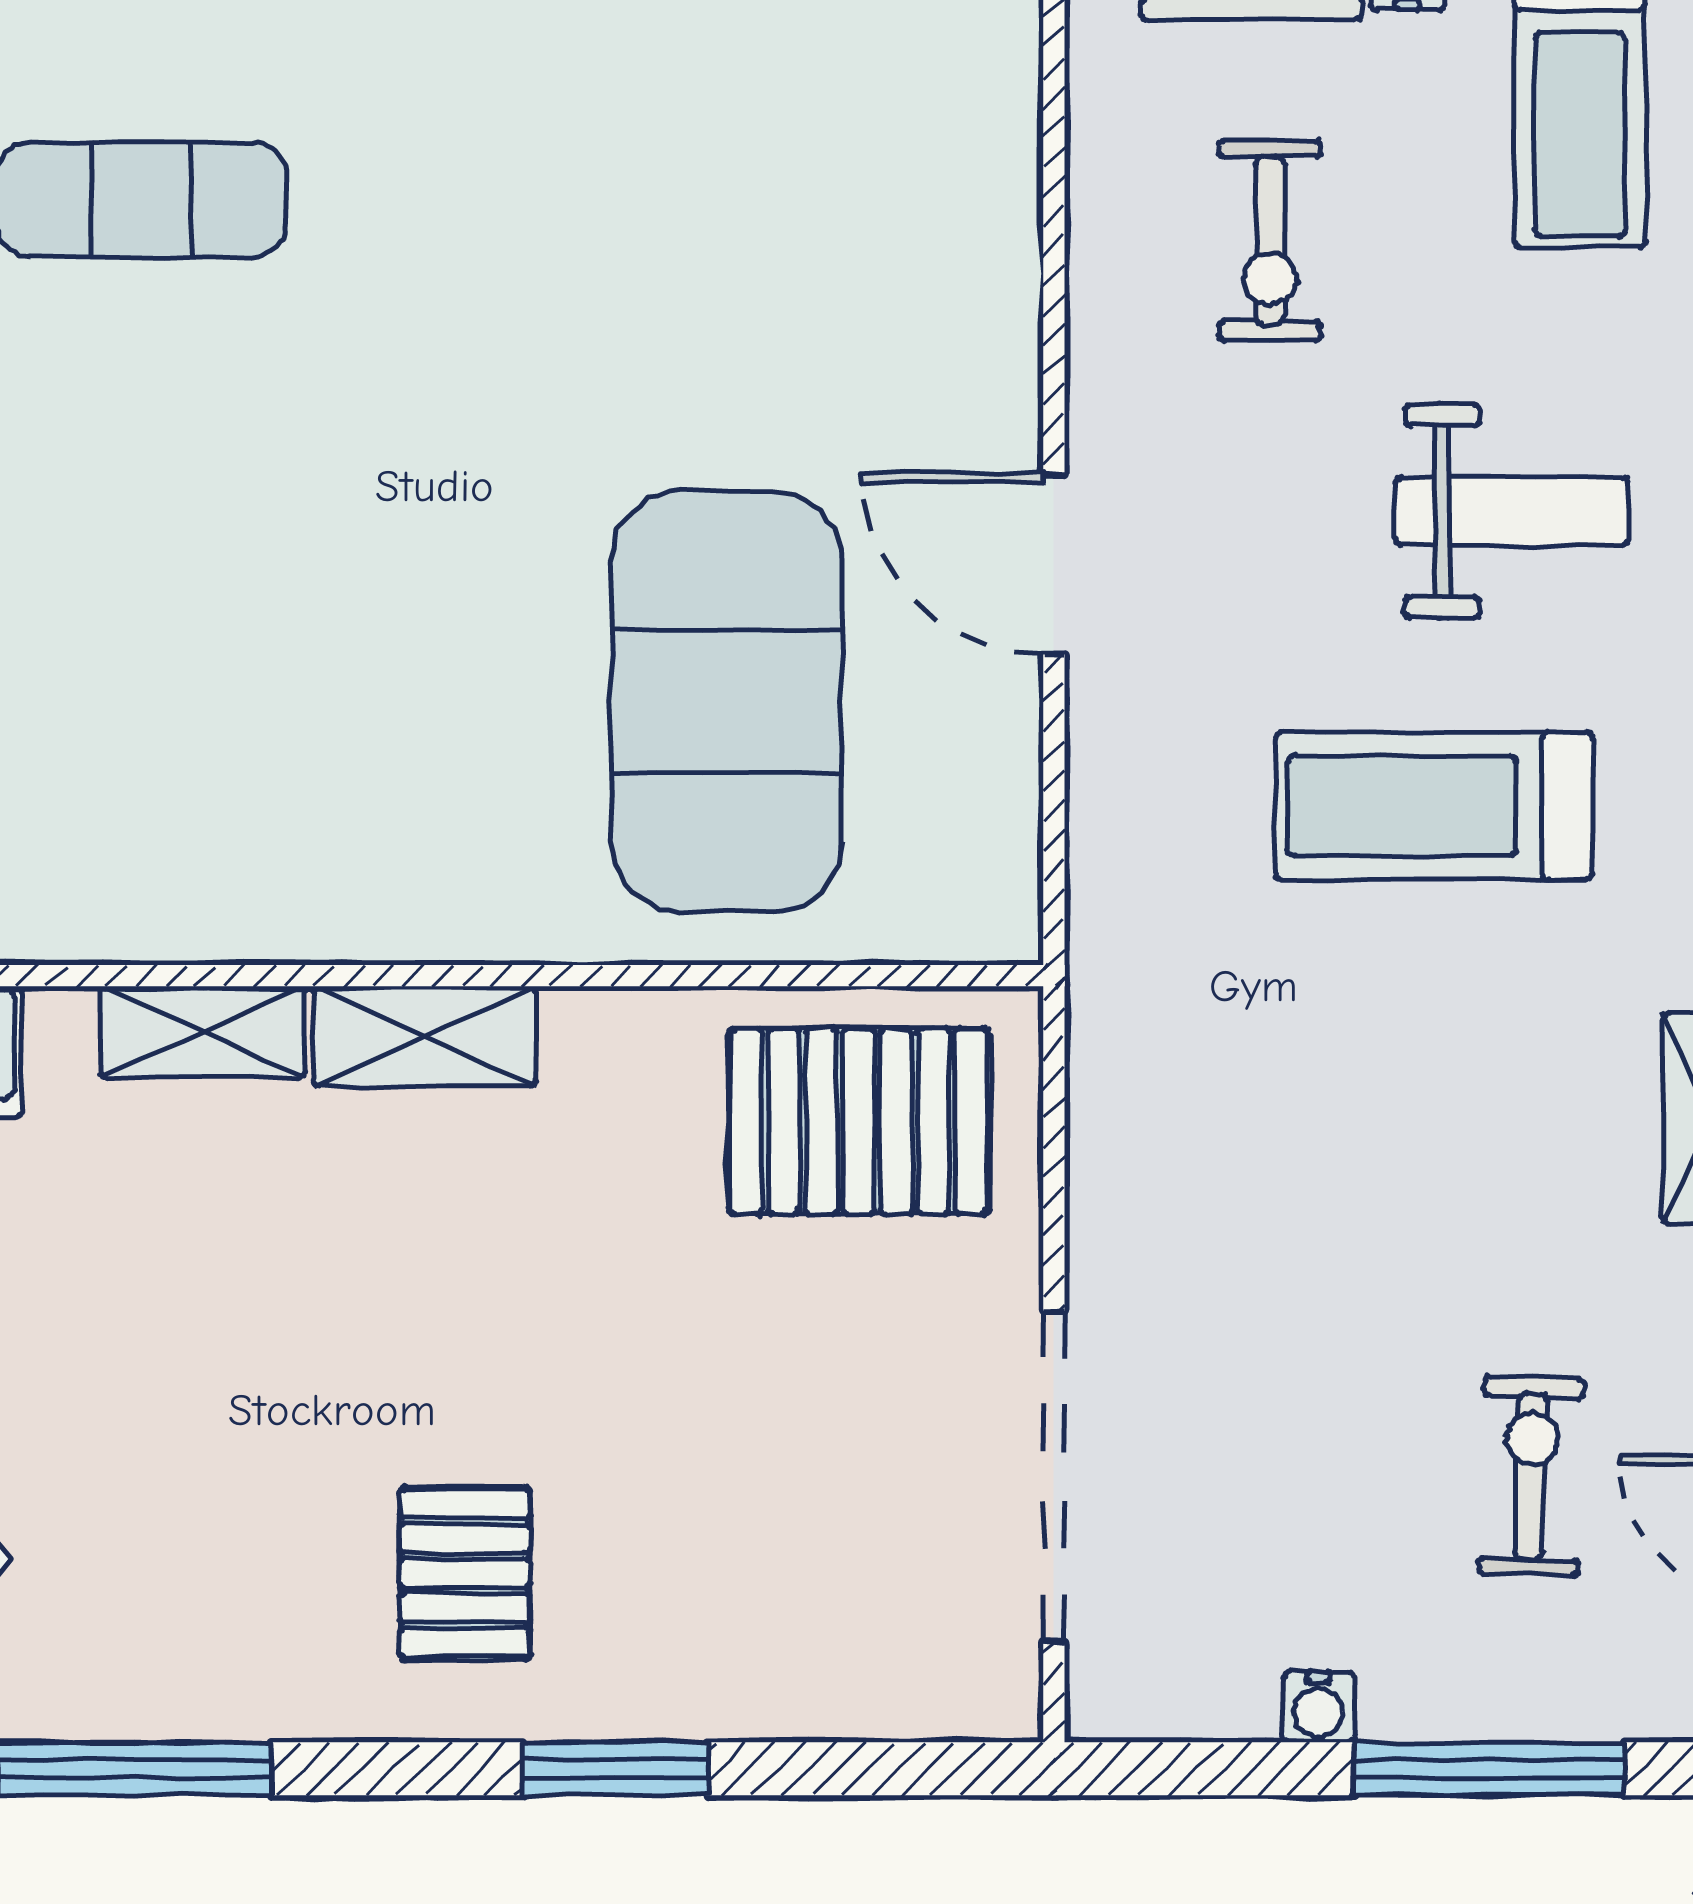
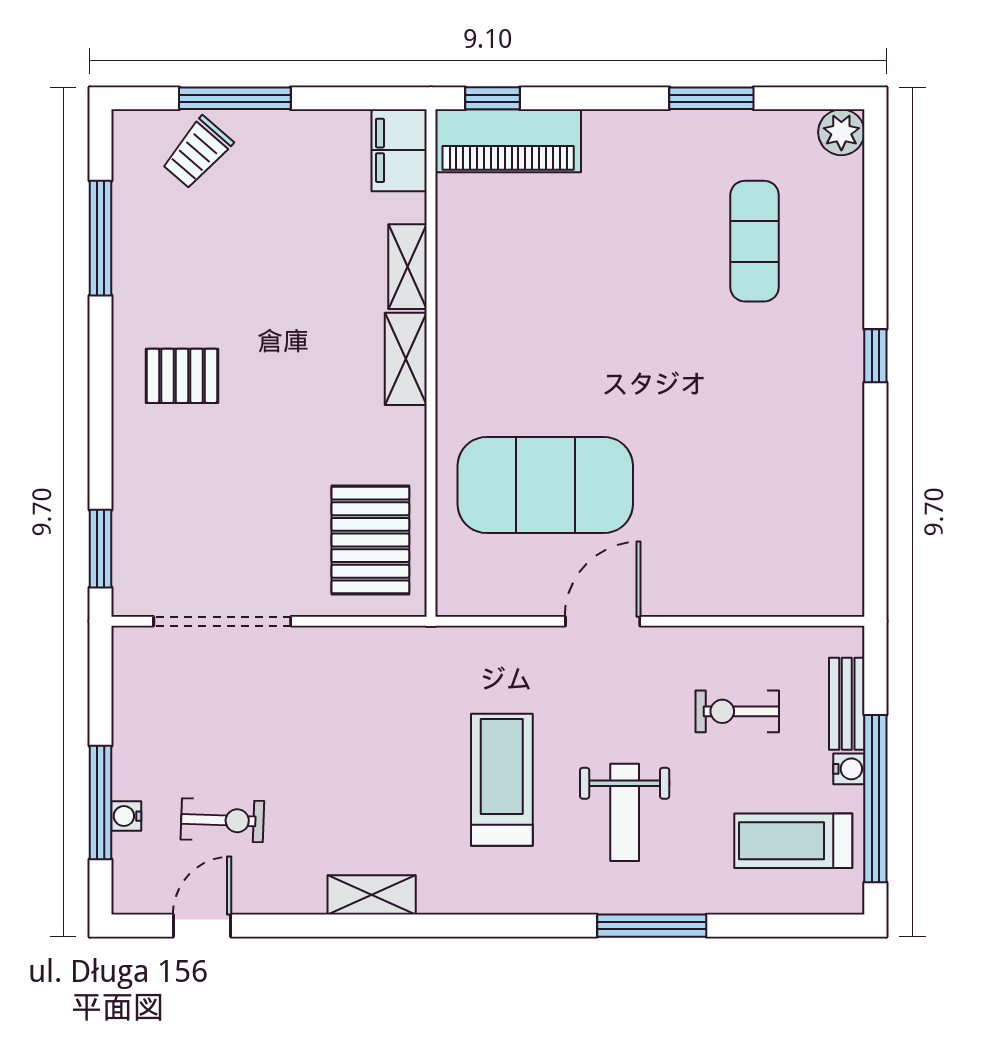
water cooler: (1319, 1707) -> (126, 816), moved
window: (616, 1769) -> (101, 549), moved

